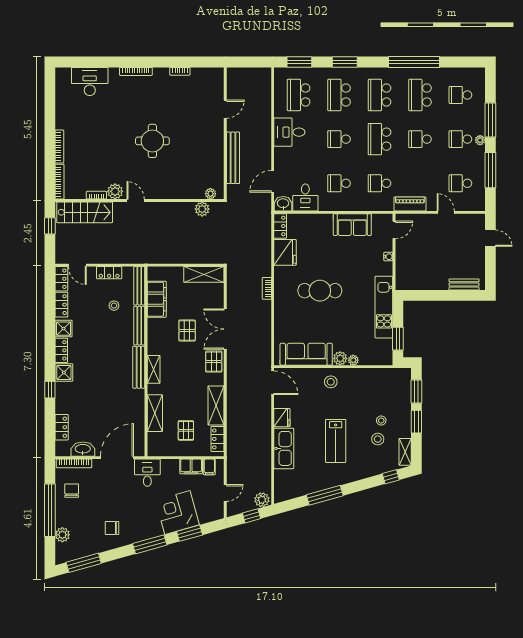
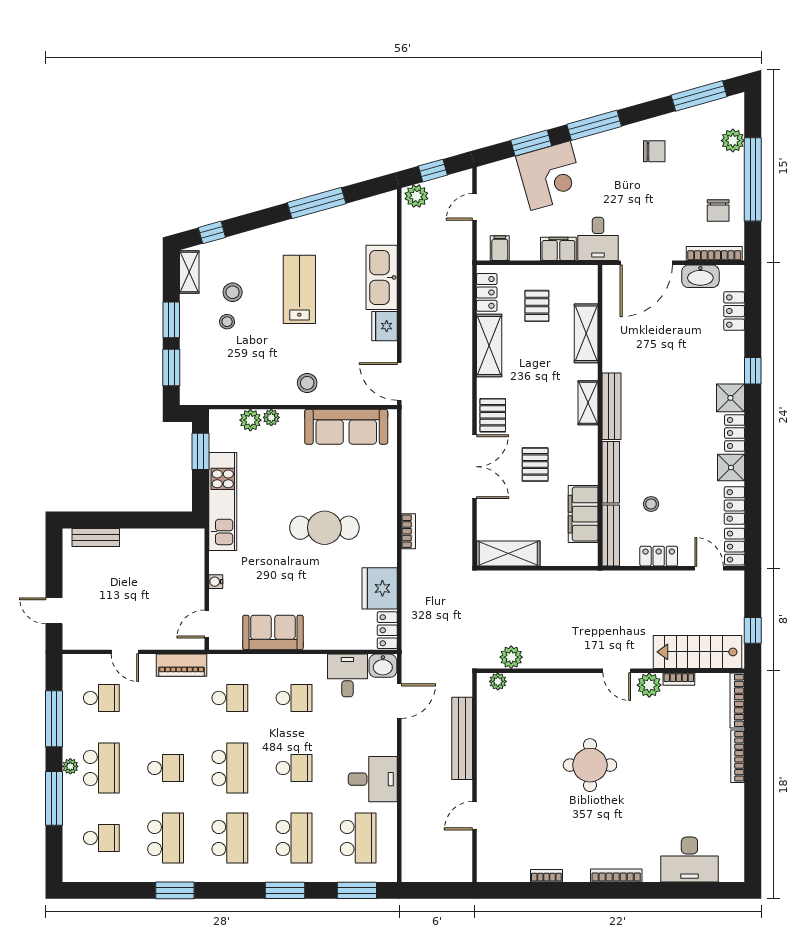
window: (414, 62) -> (175, 890), width x0.47
school desk: (460, 139) -> (101, 768), width x1.85
plant: (340, 358) -> (250, 420), moved
filing cabinet: (191, 466) -> (558, 249), moved

